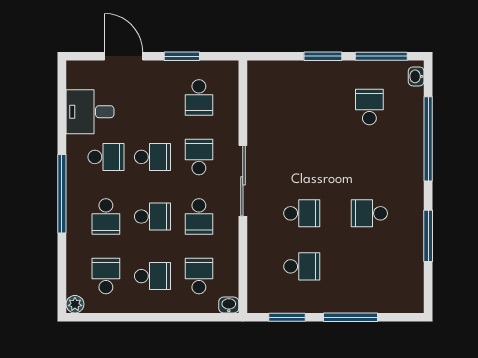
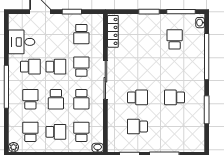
locker: (257, 92) -> (113, 31), added
school desk: (106, 217) -> (30, 99), turned 180
school desk: (152, 217) -> (56, 99), turned 90
school desk: (302, 266) -> (137, 127), turned 180

